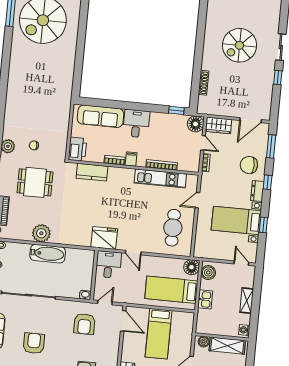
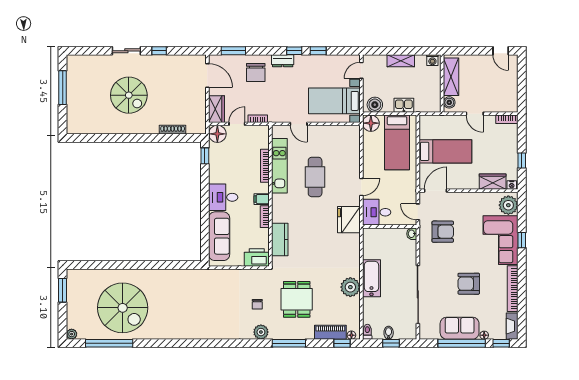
window: (268, 182) -> (294, 51), moved
bed with nightstands: (236, 220) -> (334, 101), moved, turned 90
cafe table: (173, 228) -> (315, 177), moved, turned 90

